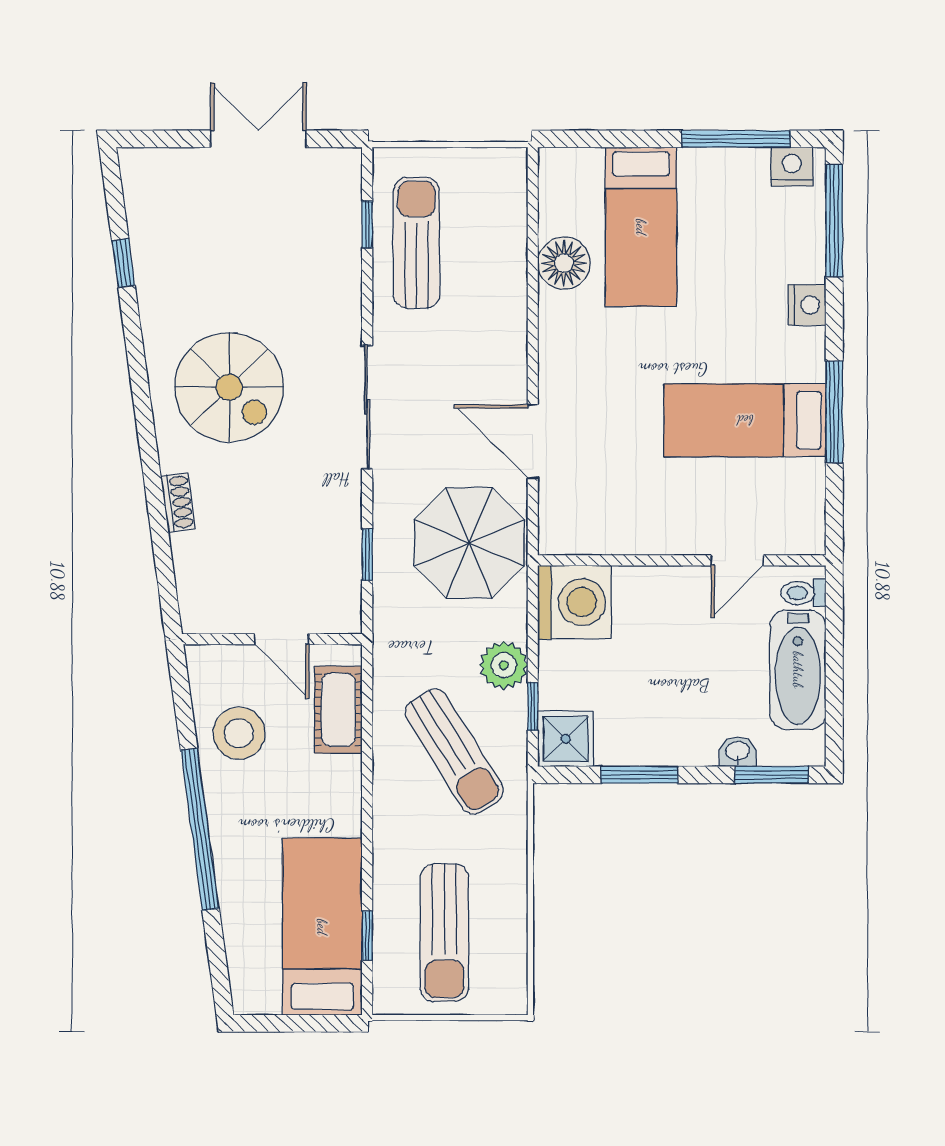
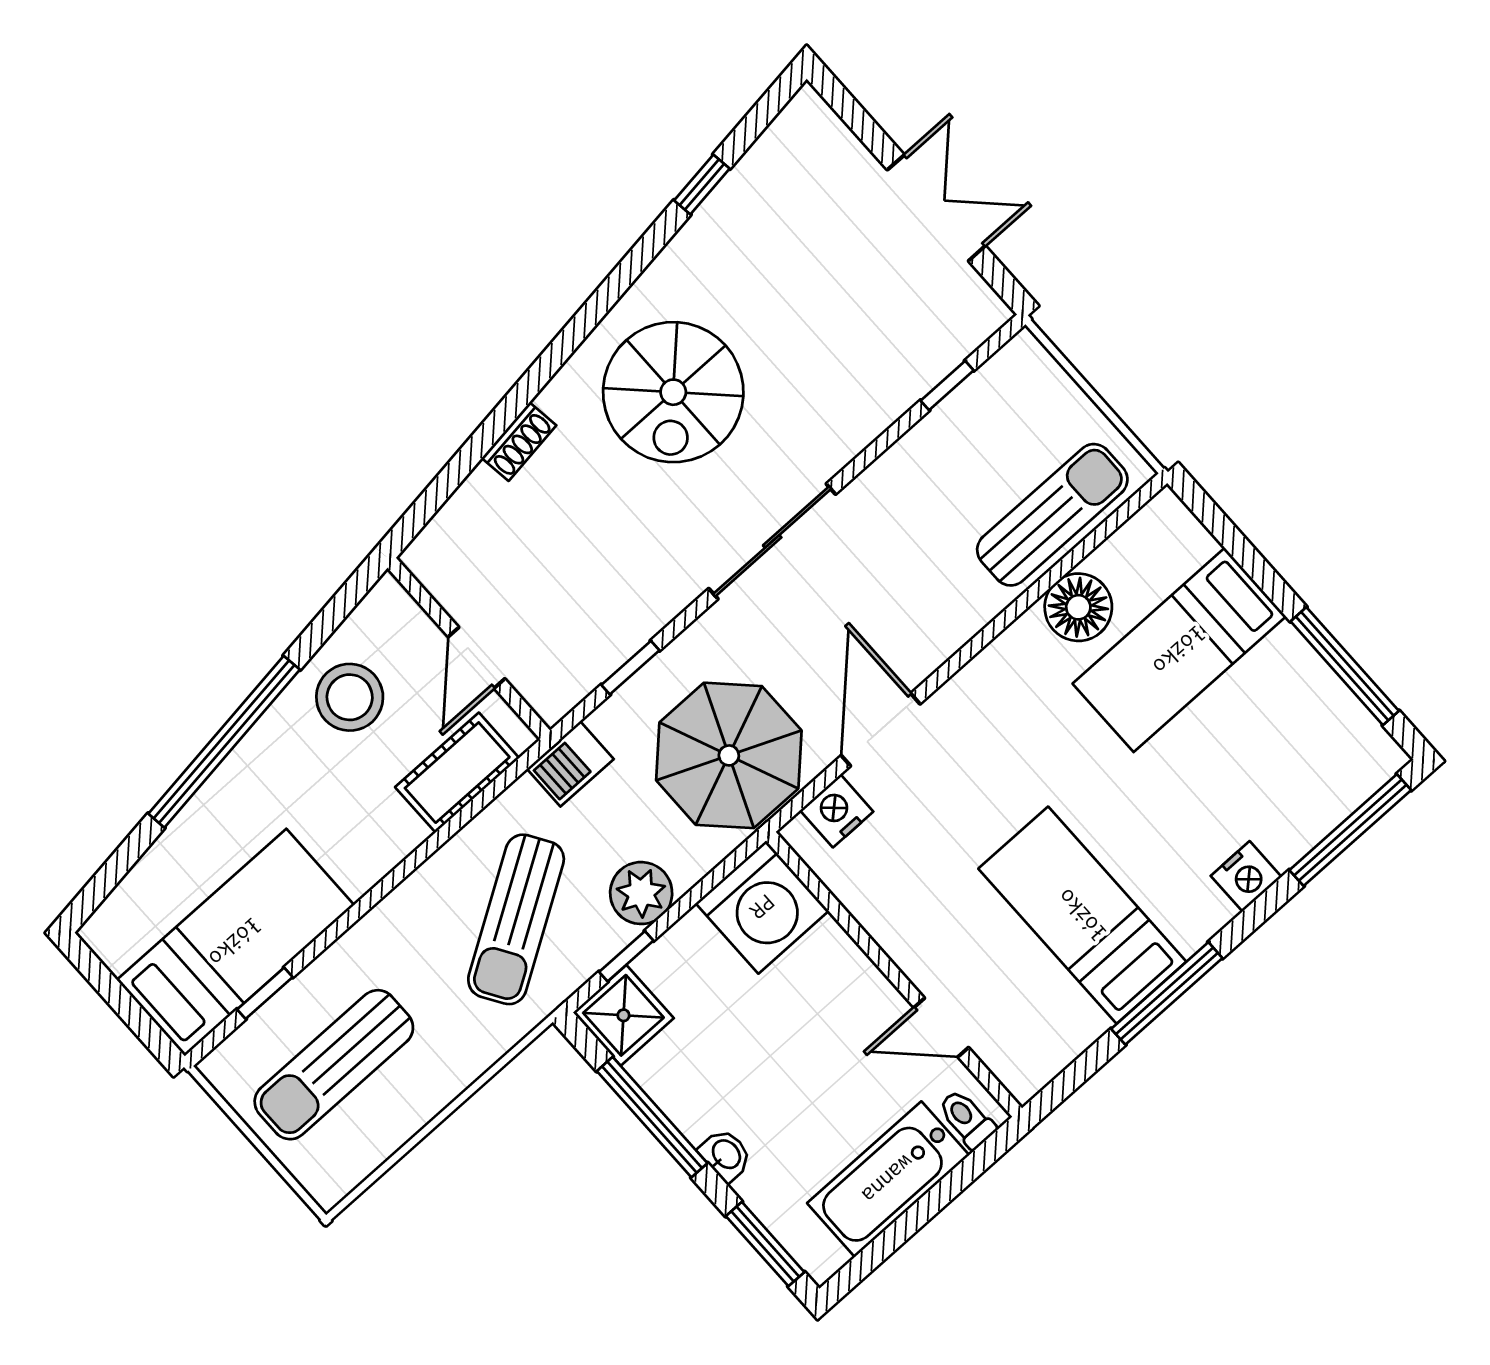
nightstand: (792, 167) -> (837, 811), moved, turned -90
sun lounger: (416, 243) -> (1052, 515), moved
barbecue: (392, 640) -> (570, 764), added
washbasin: (738, 752) -> (726, 1155), moved
window: (640, 775) -> (652, 1117), width x1.44

